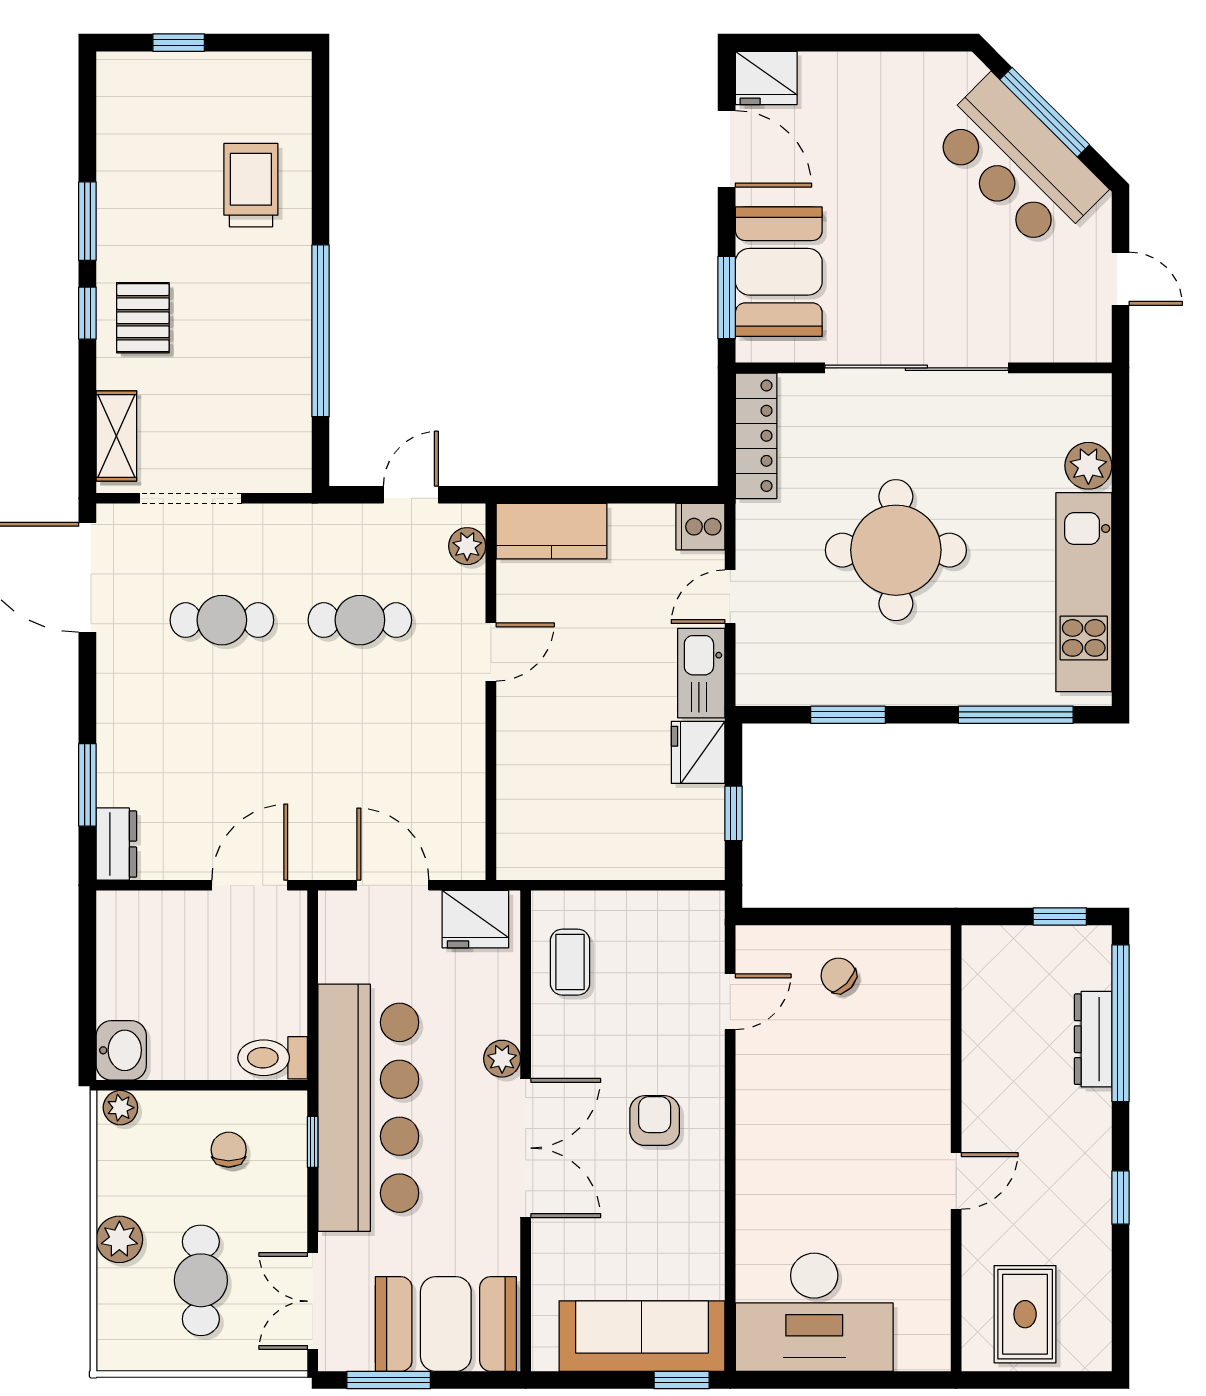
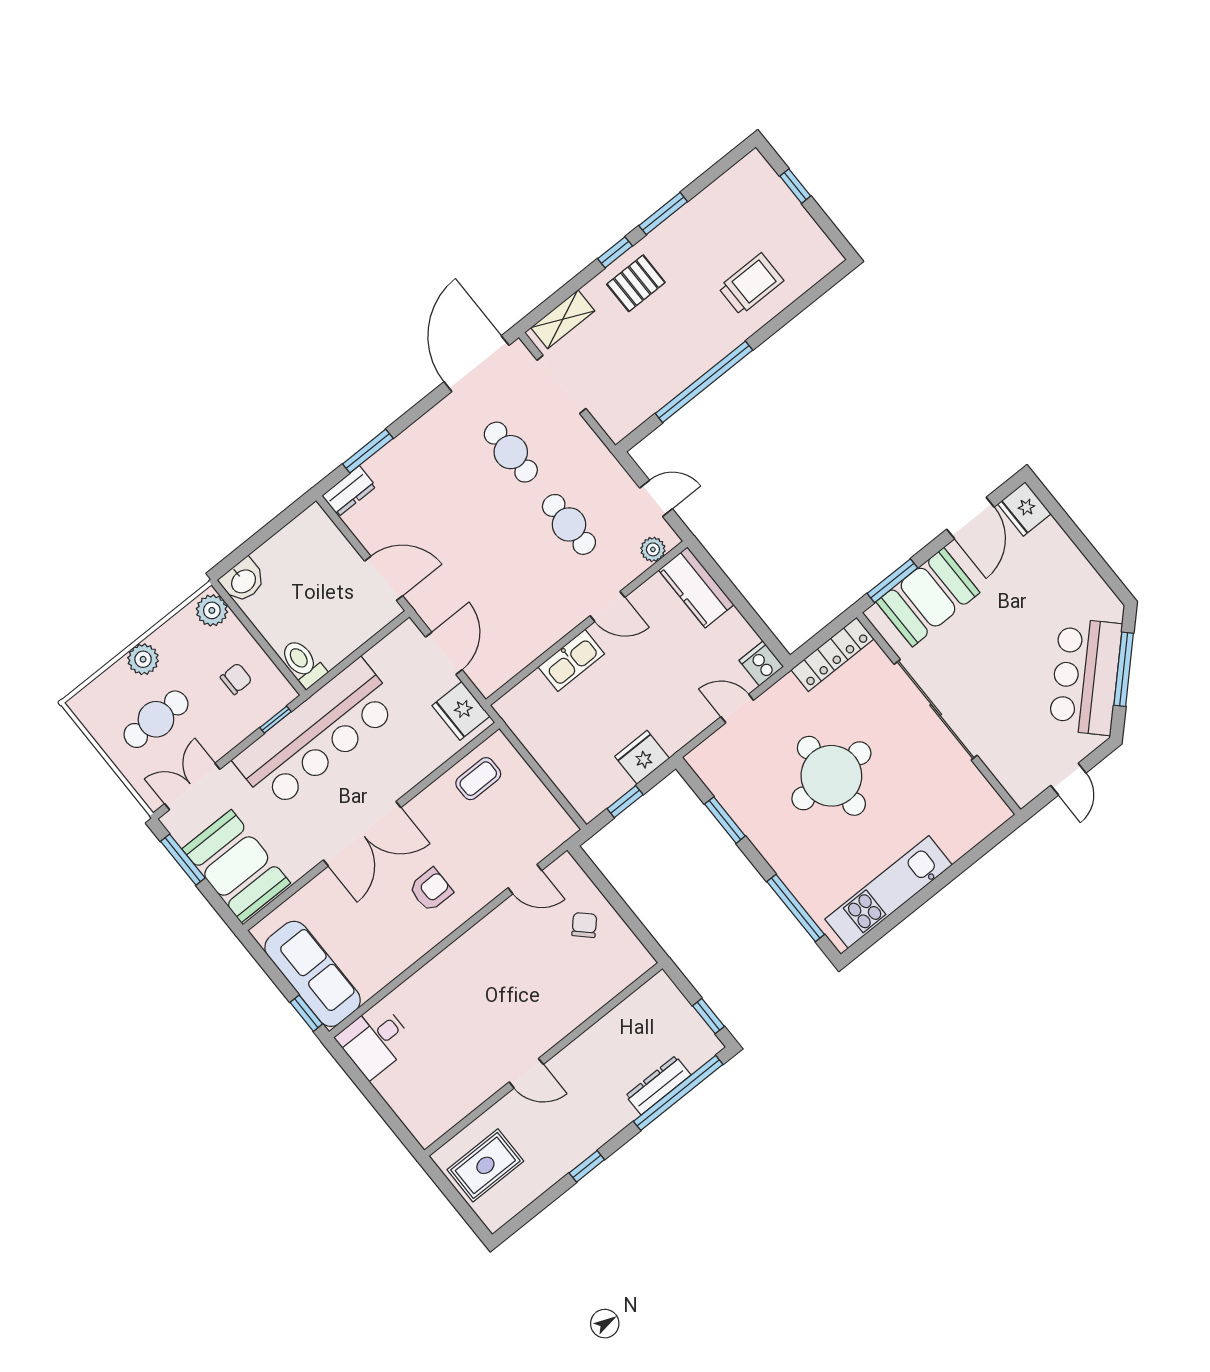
plant: (1088, 466) -> (957, 841), removed
kitchen sink: (701, 673) -> (571, 660), moved, turned 180
plant: (502, 1059) -> (399, 784), removed
plant: (120, 1108) -> (212, 610), width x1.38, depth x1.38
desk: (814, 1312) -> (375, 1041), width x0.53, depth x0.77

